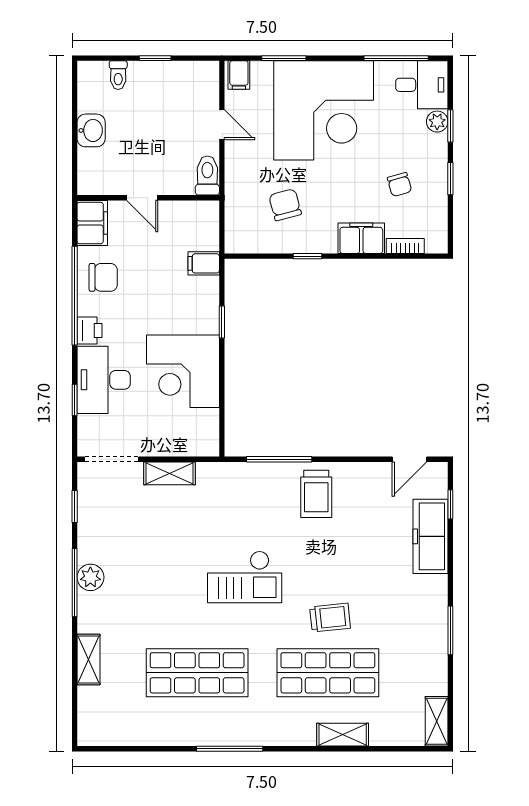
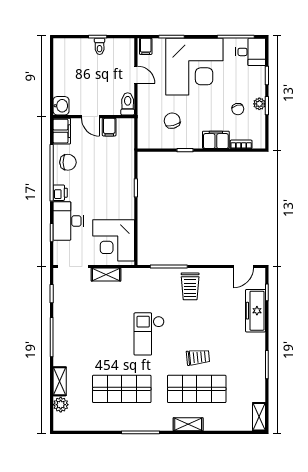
toilet: (118, 75) -> (100, 46), moved
plant: (437, 122) -> (259, 104), moved
washbasin: (91, 130) -> (61, 106), moved
filing cabinet: (204, 263) -> (109, 127), moved, turned -90
corner desk: (183, 371) -> (114, 240), moved
plant: (90, 577) -> (61, 405), moved
checkout: (245, 577) -> (149, 334), turned 90
shelving: (343, 735) -> (188, 424), moved

